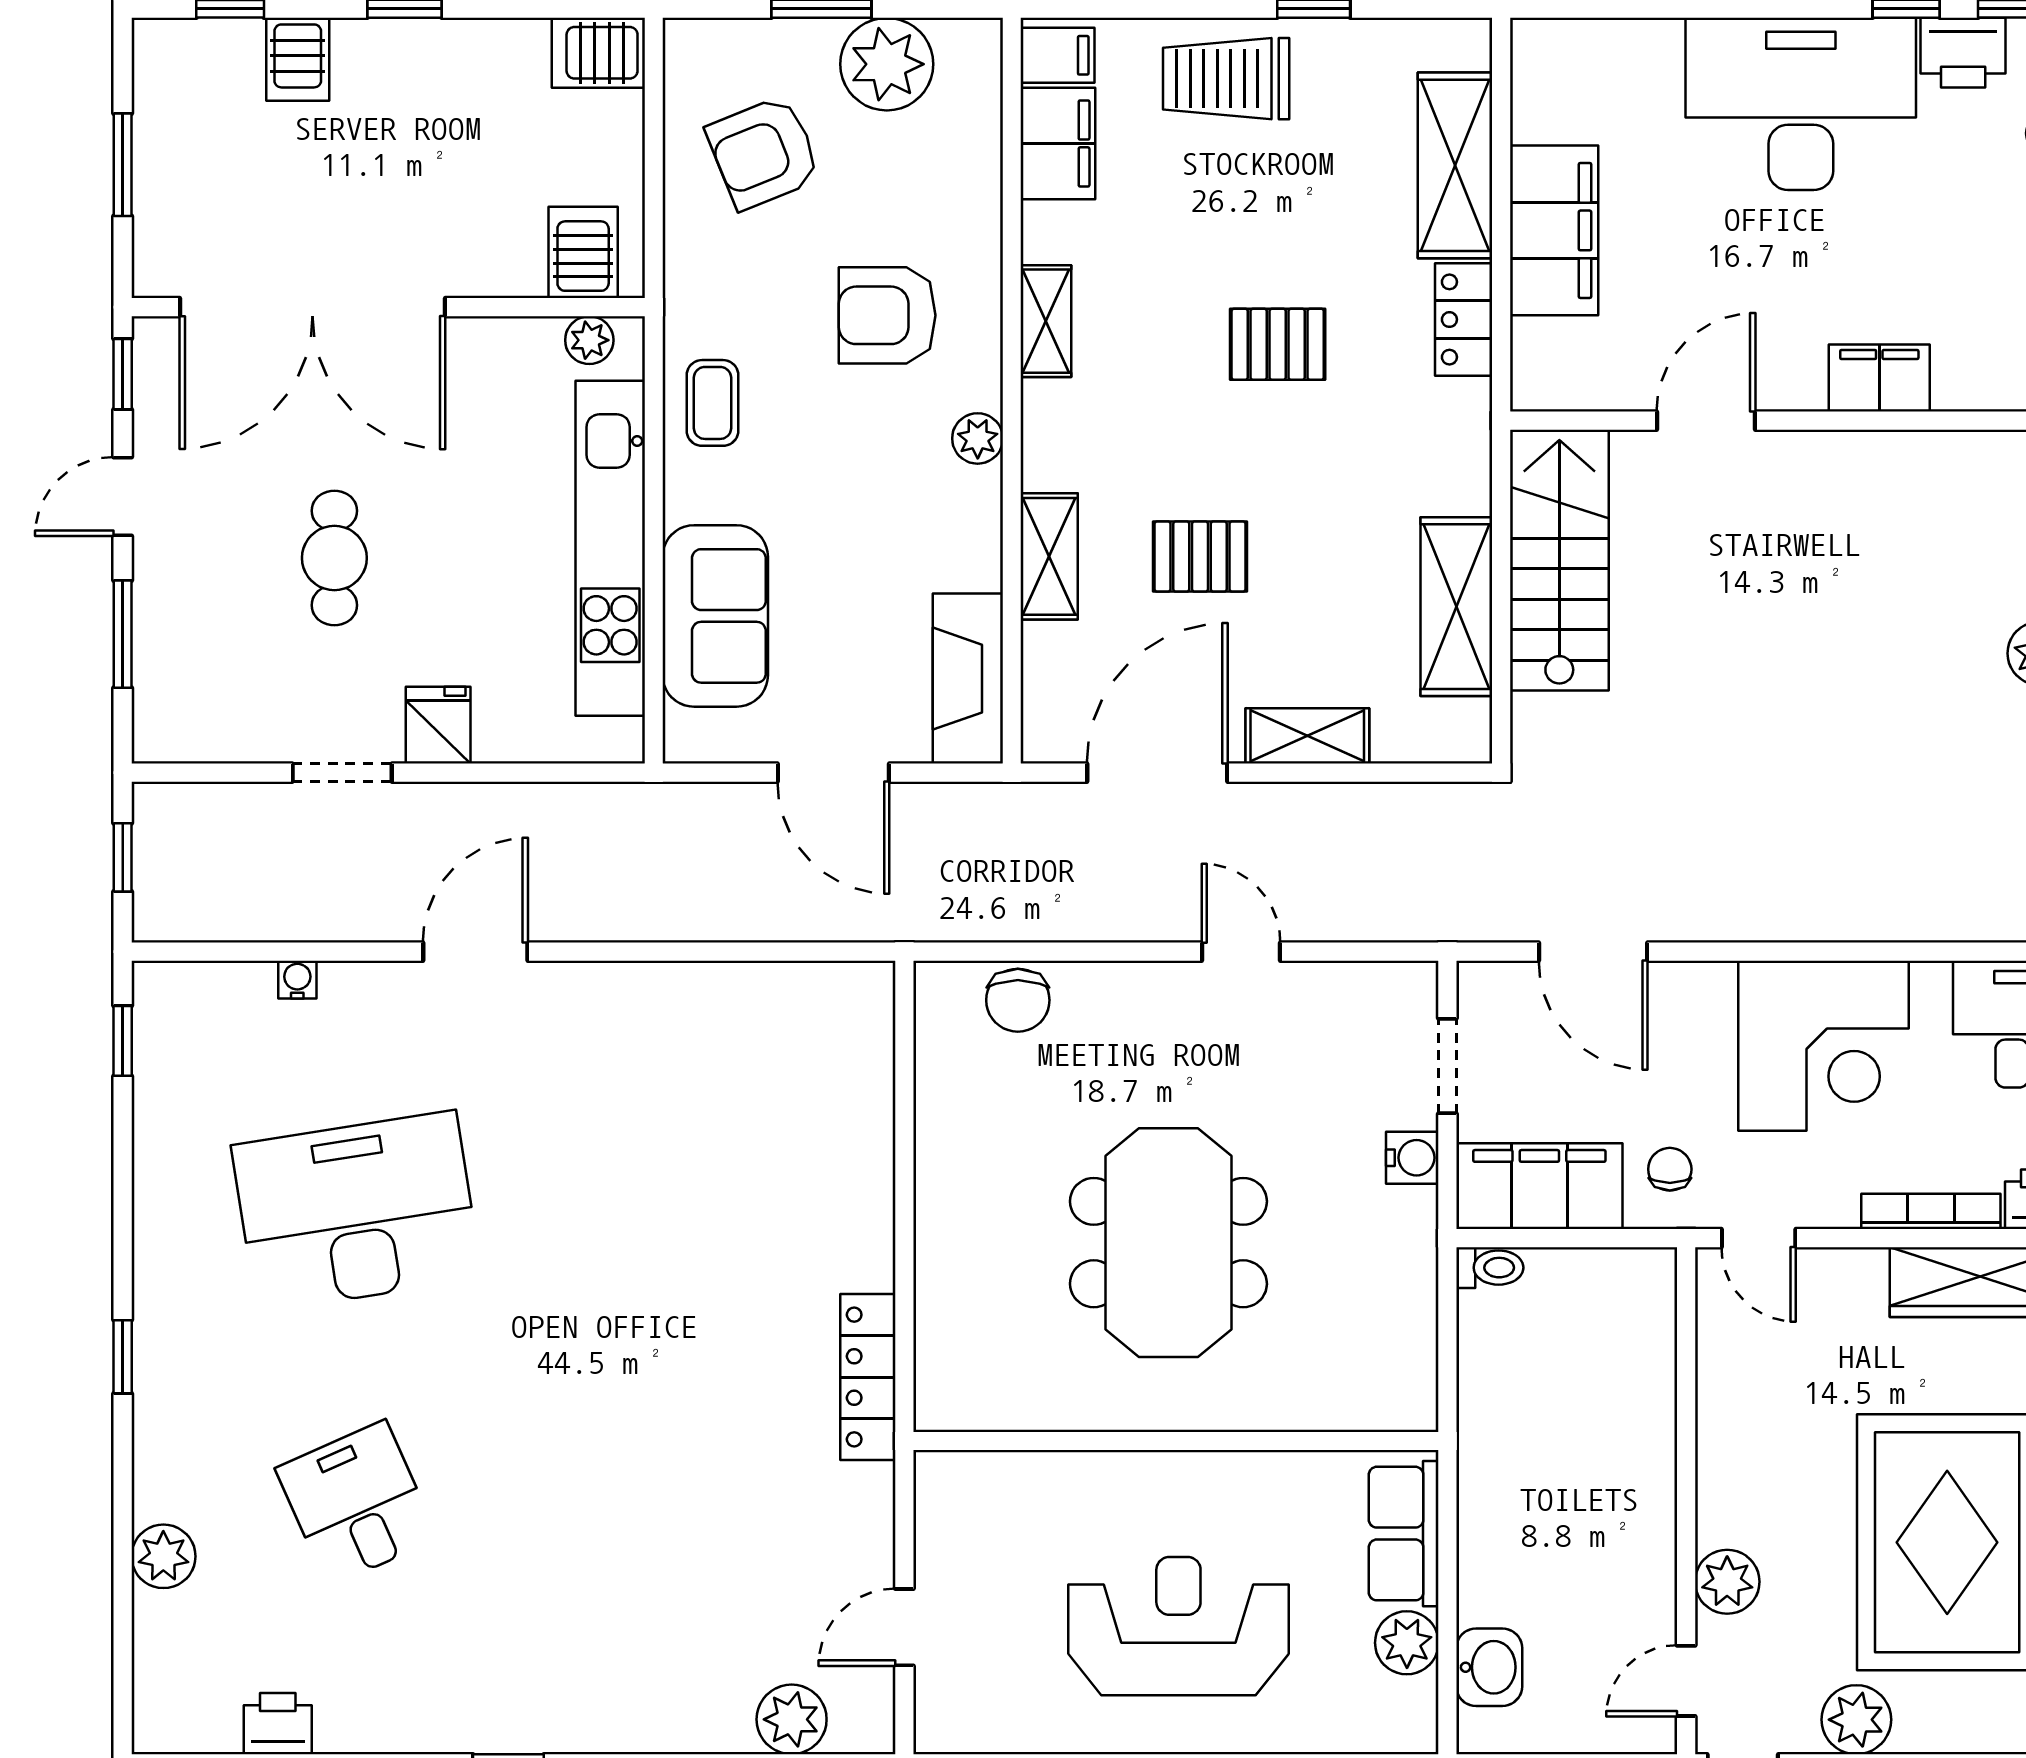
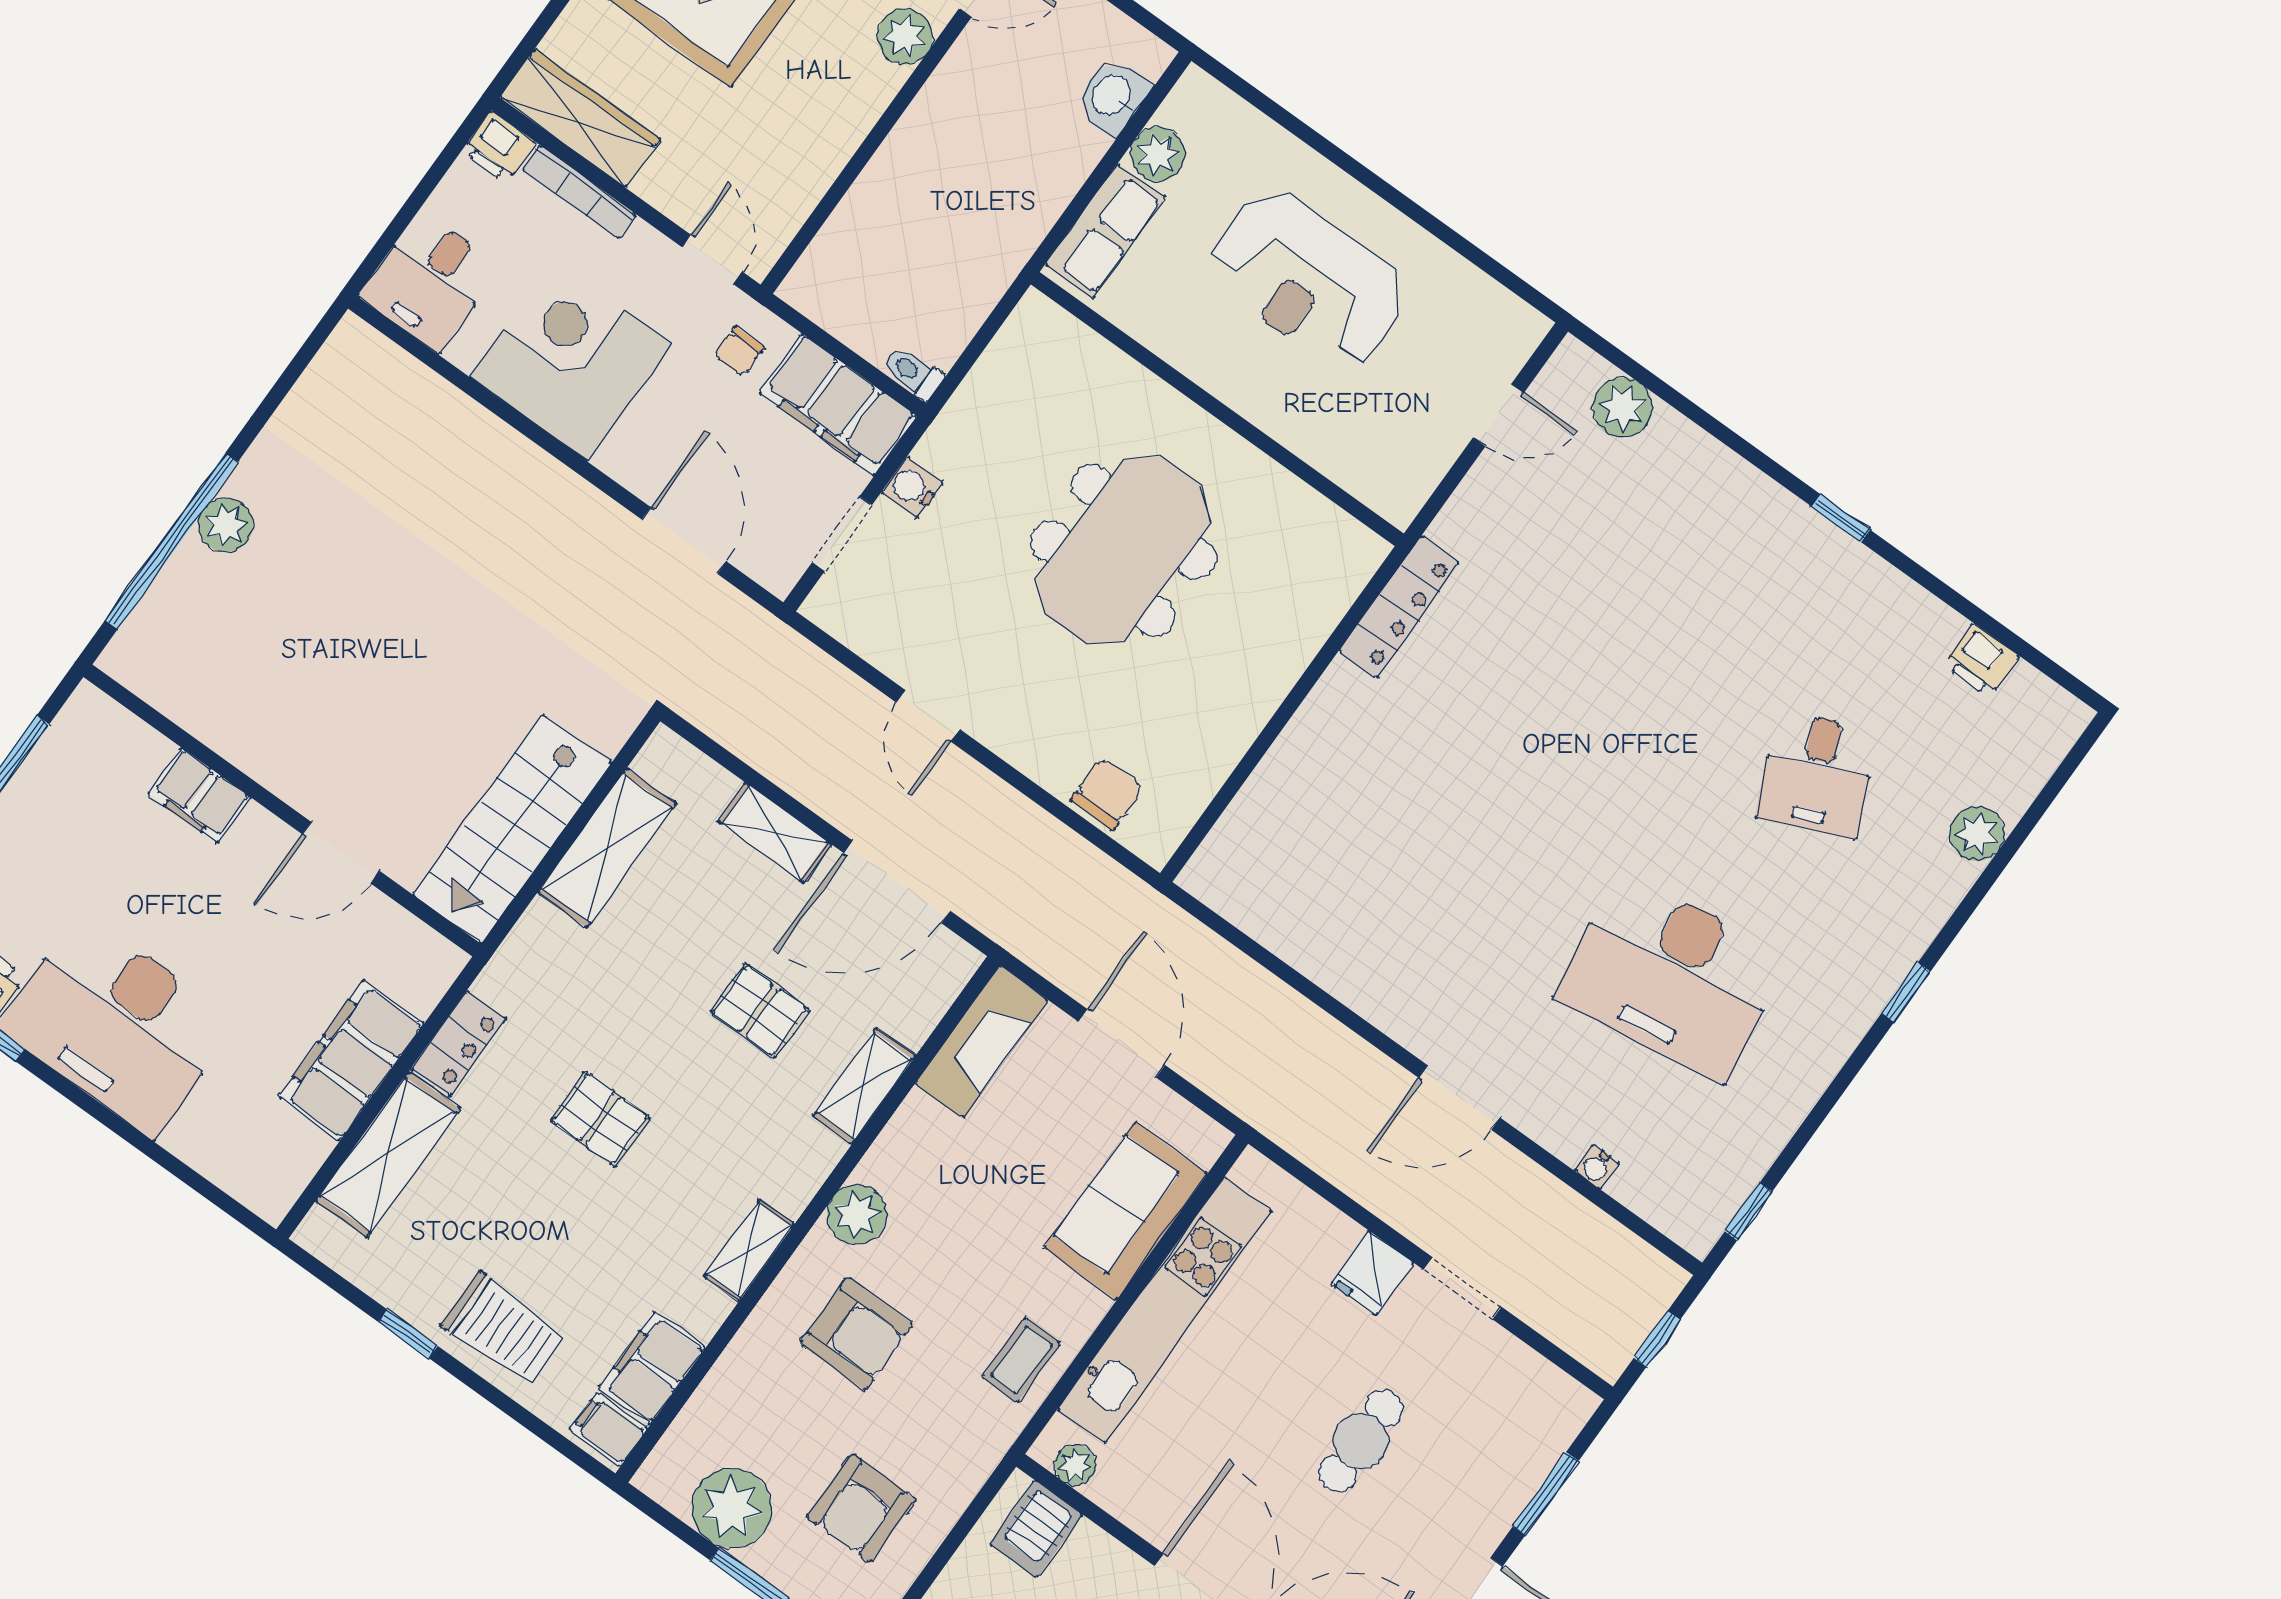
armchair: (764, 153) -> (861, 1508), turned 112
plant: (978, 438) -> (857, 1215), width x1.38, depth x1.38

